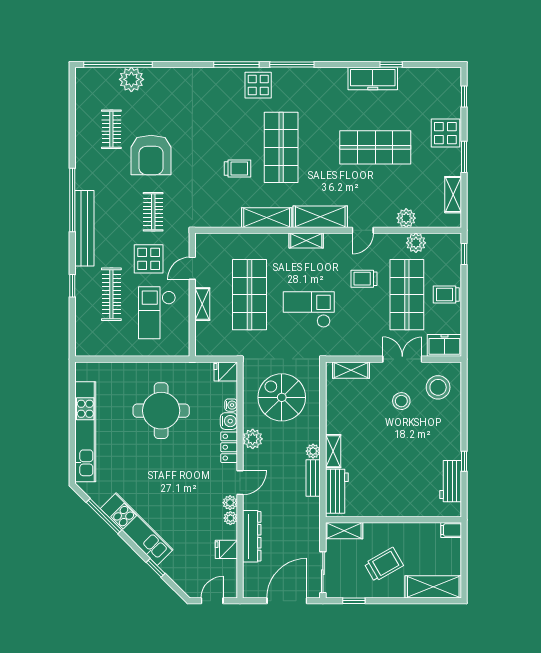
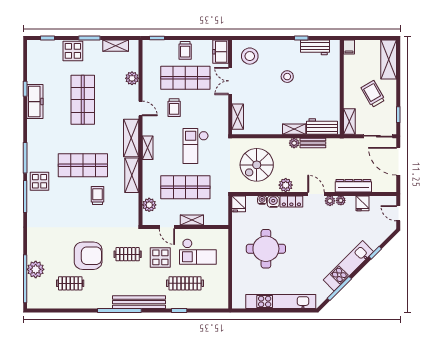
plant: (416, 243) -> (149, 205), moved
stool: (401, 401) -> (287, 77), moved

